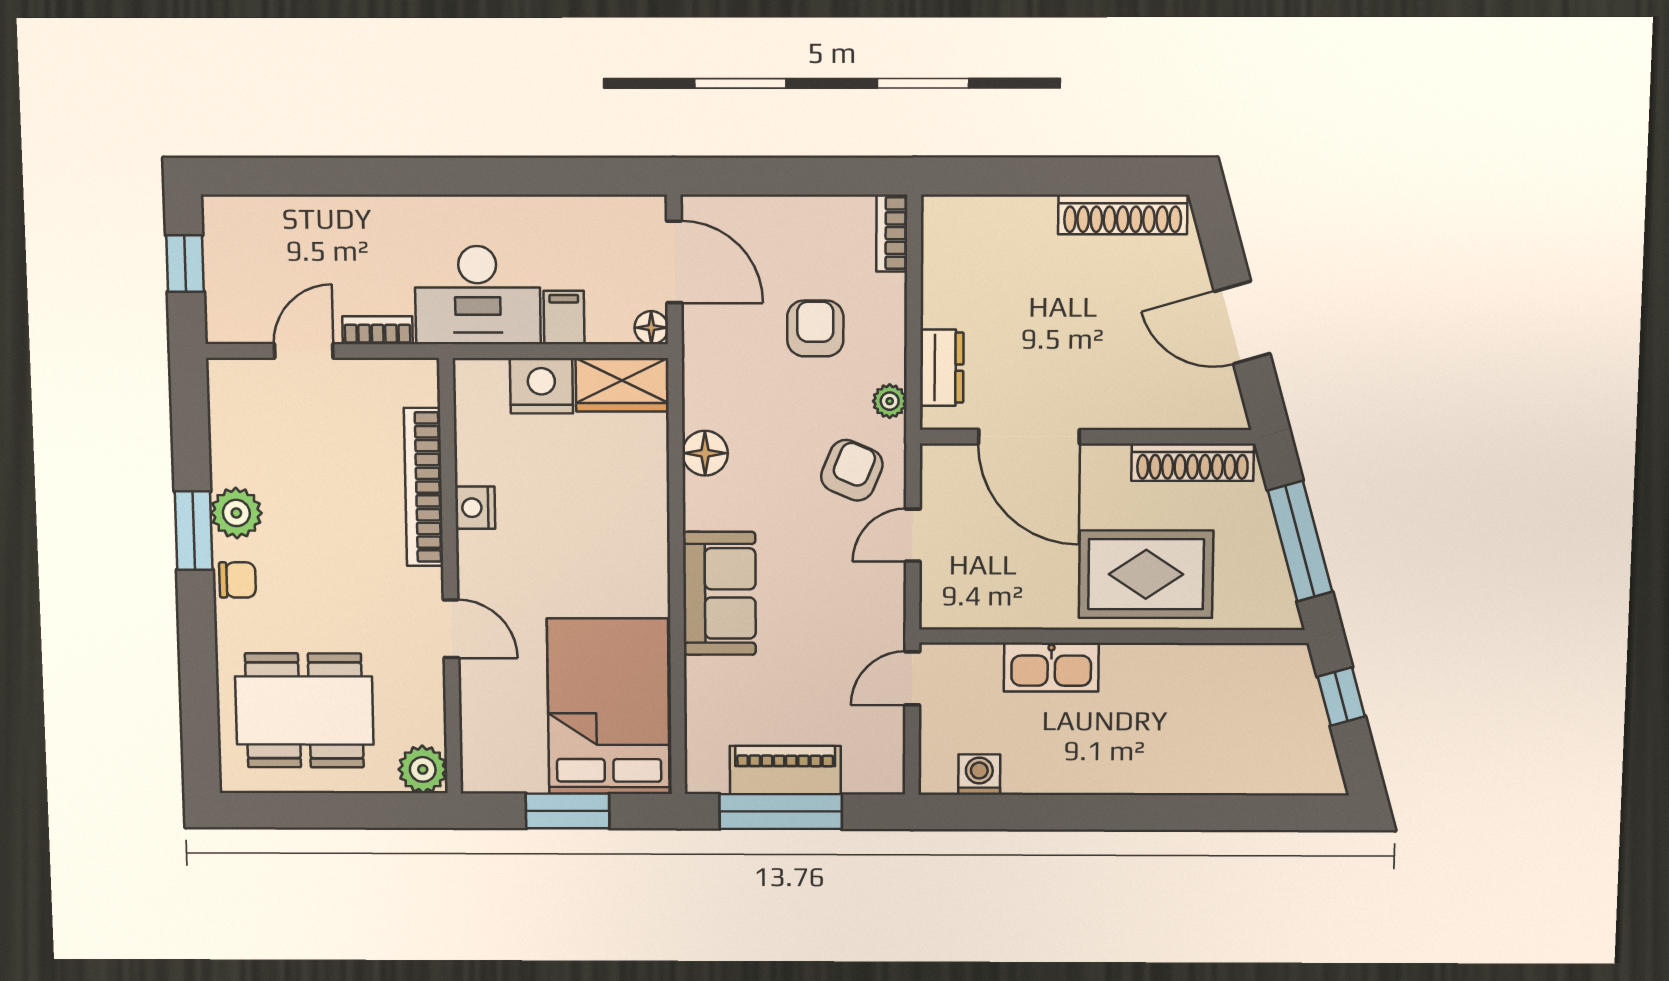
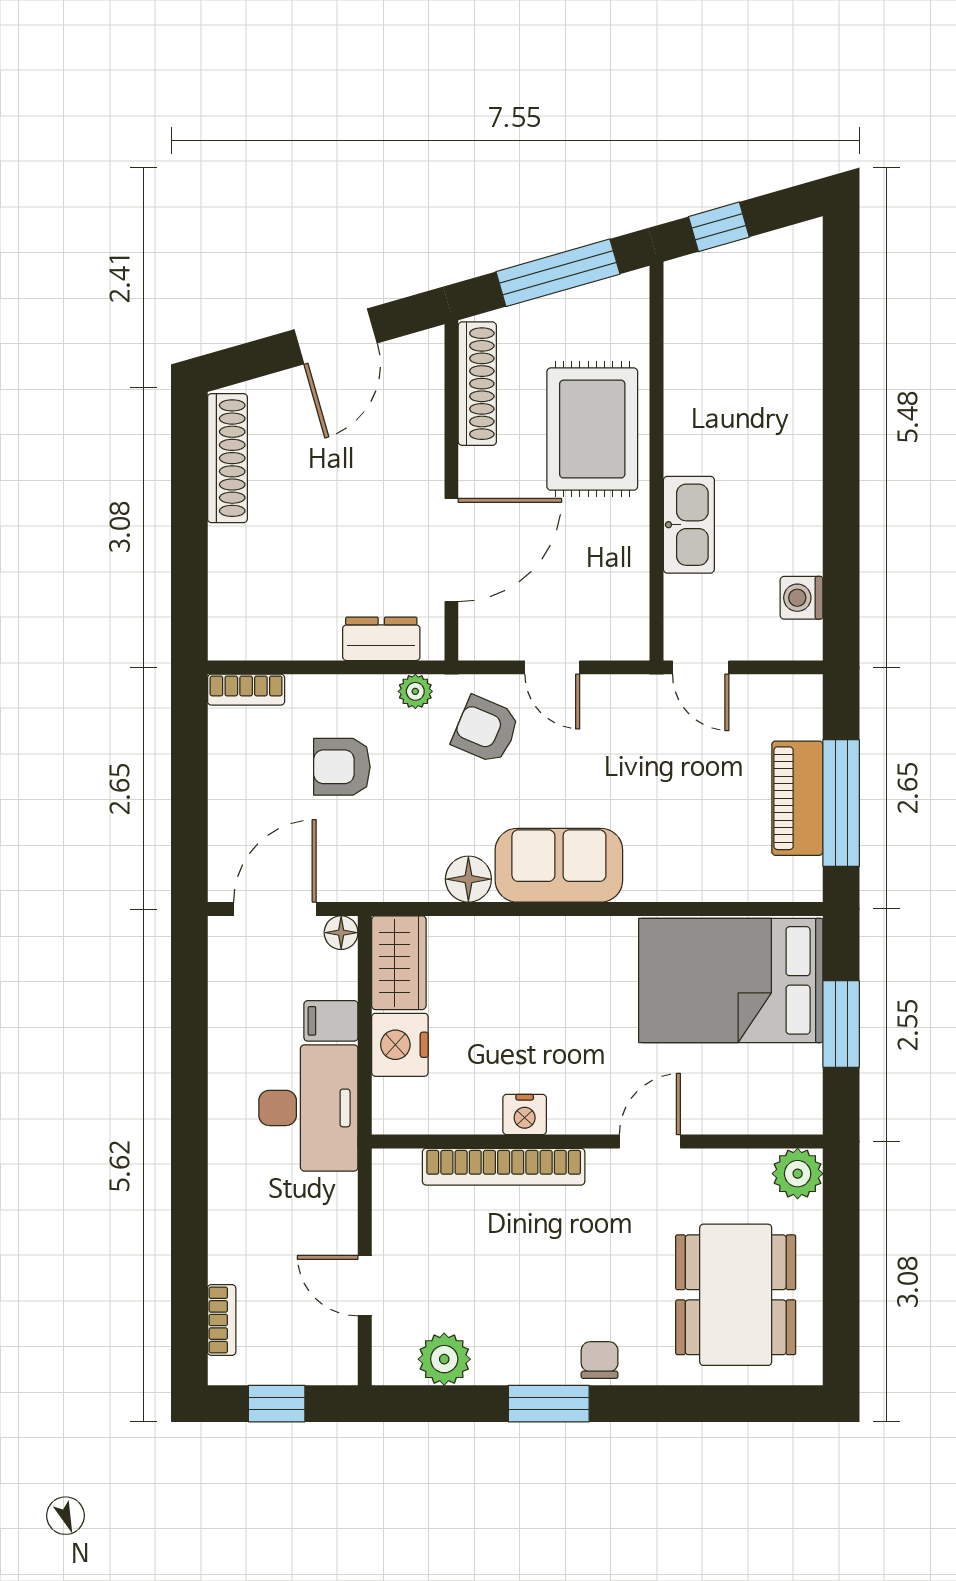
bookcase: (378, 330) -> (222, 1320), moved, turned 180
plant: (236, 513) -> (444, 1359), moved
sofa: (719, 593) -> (559, 865), moved

